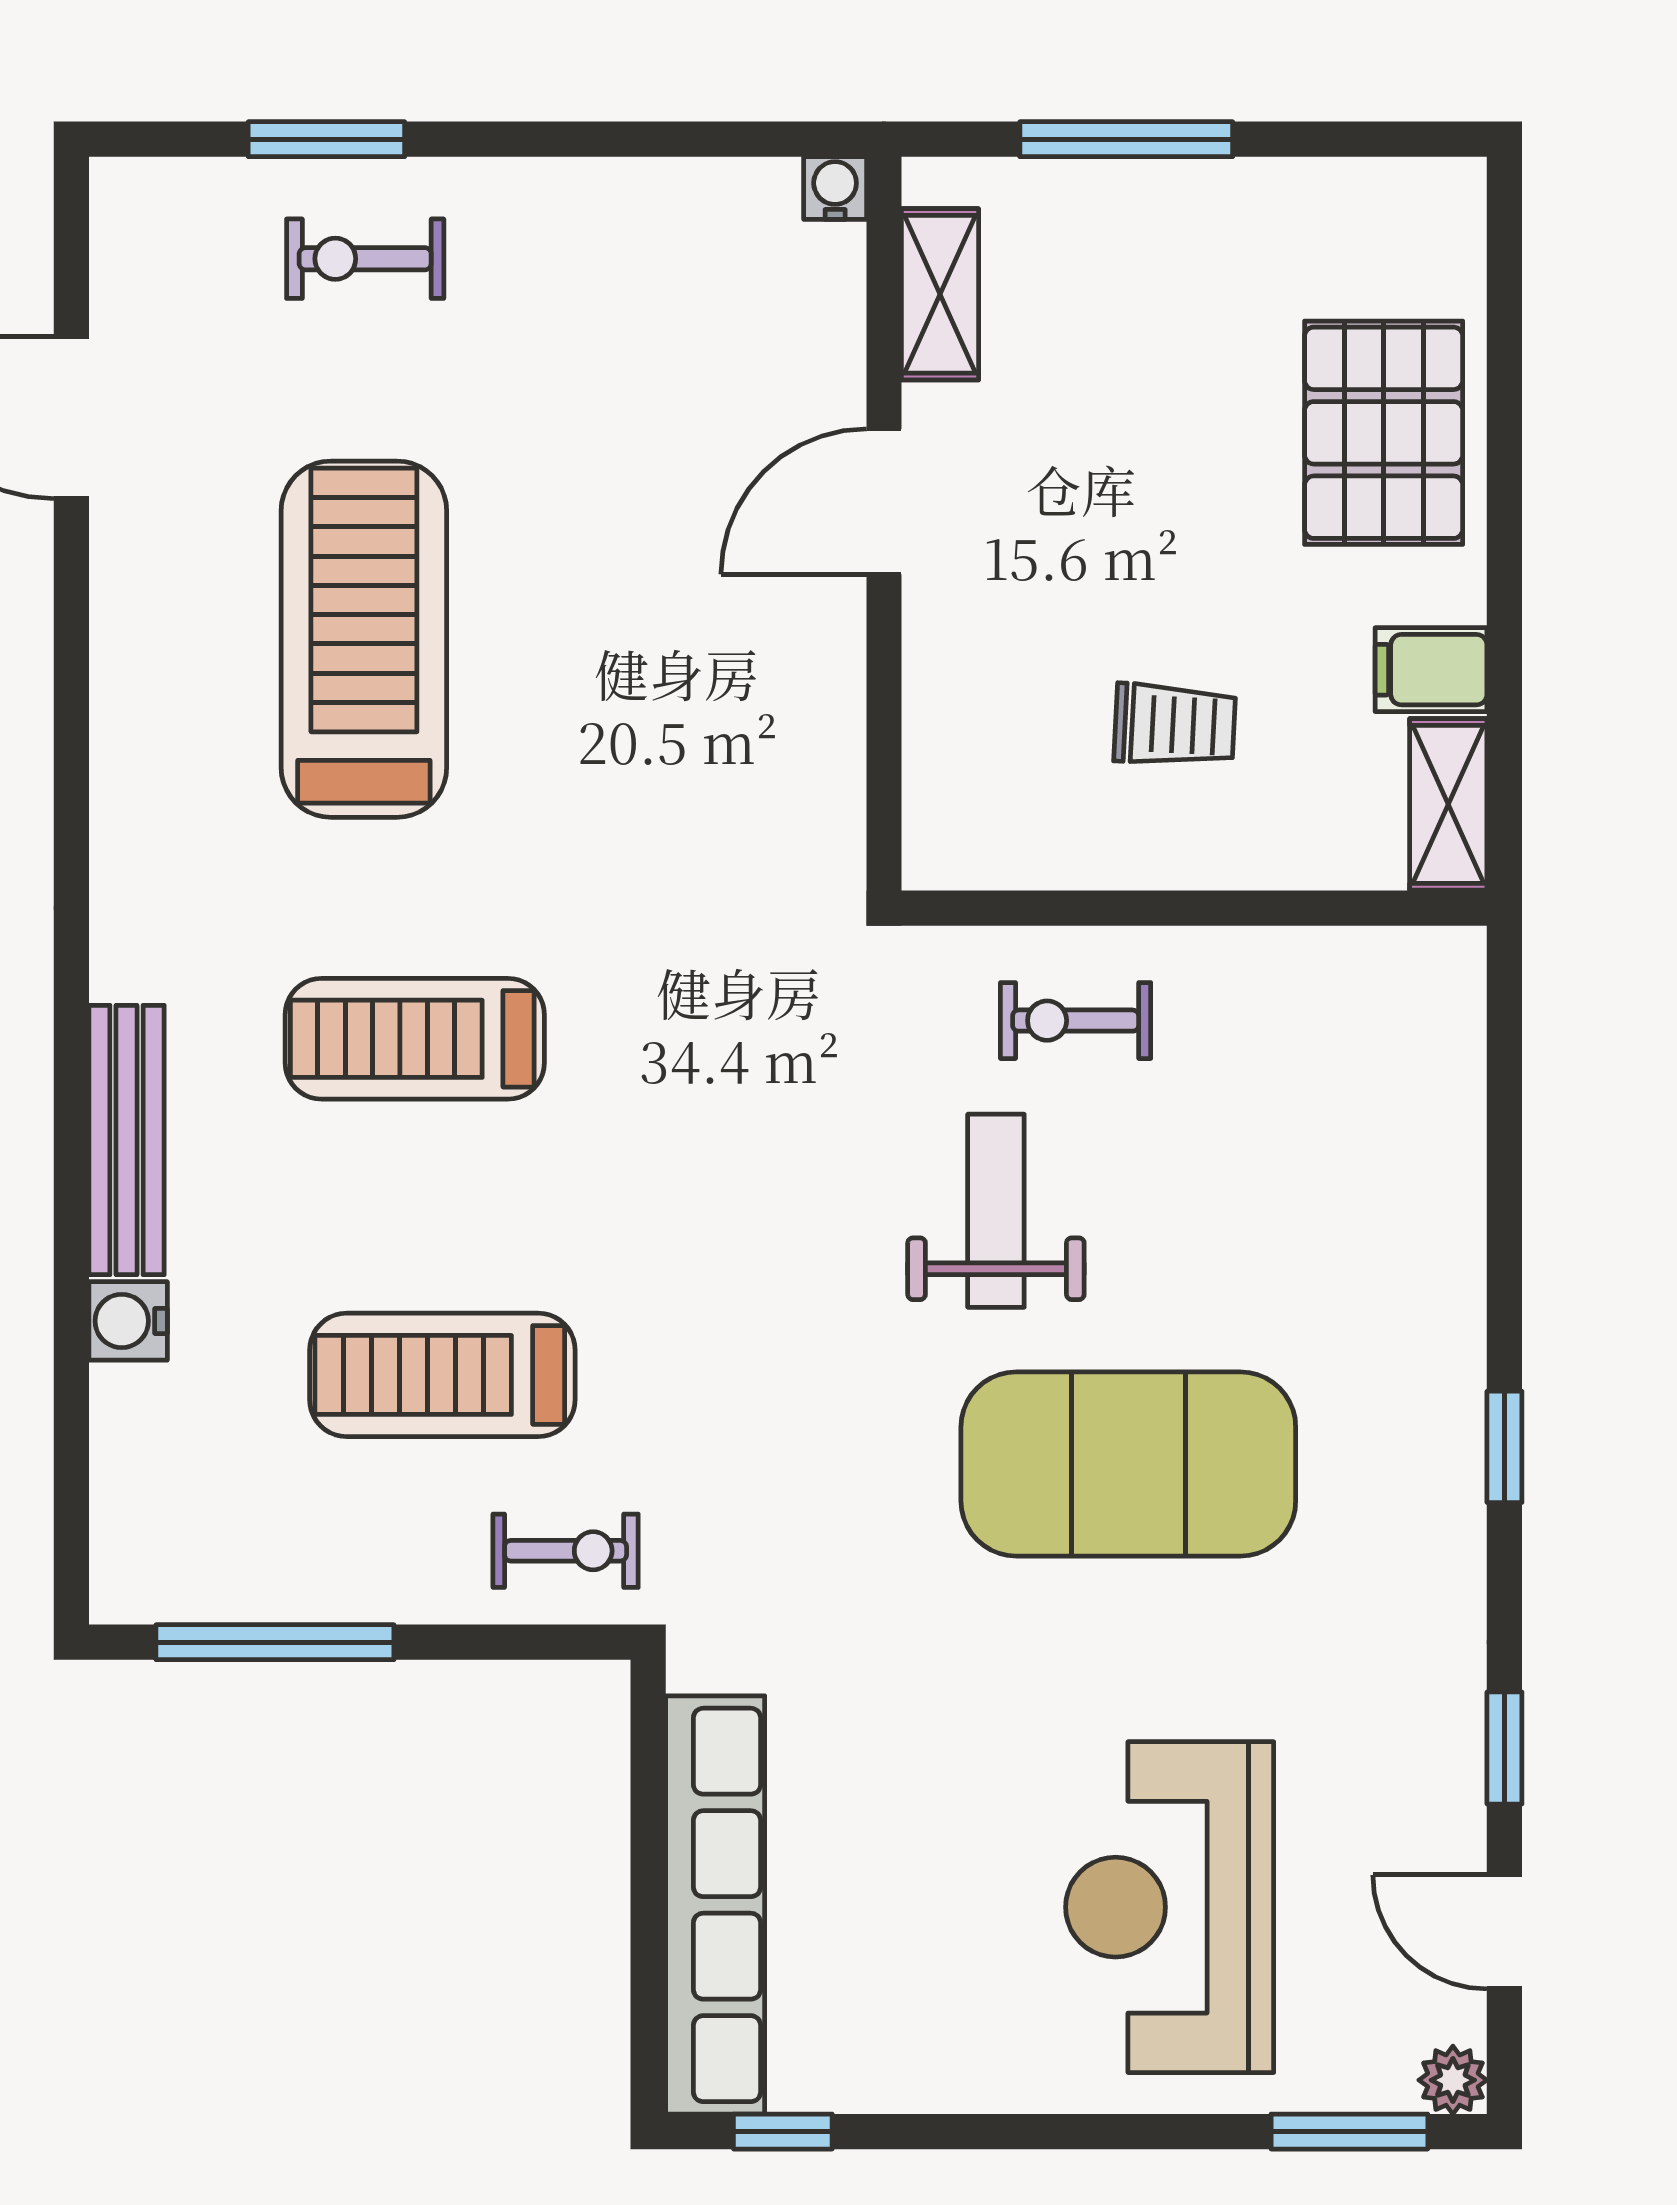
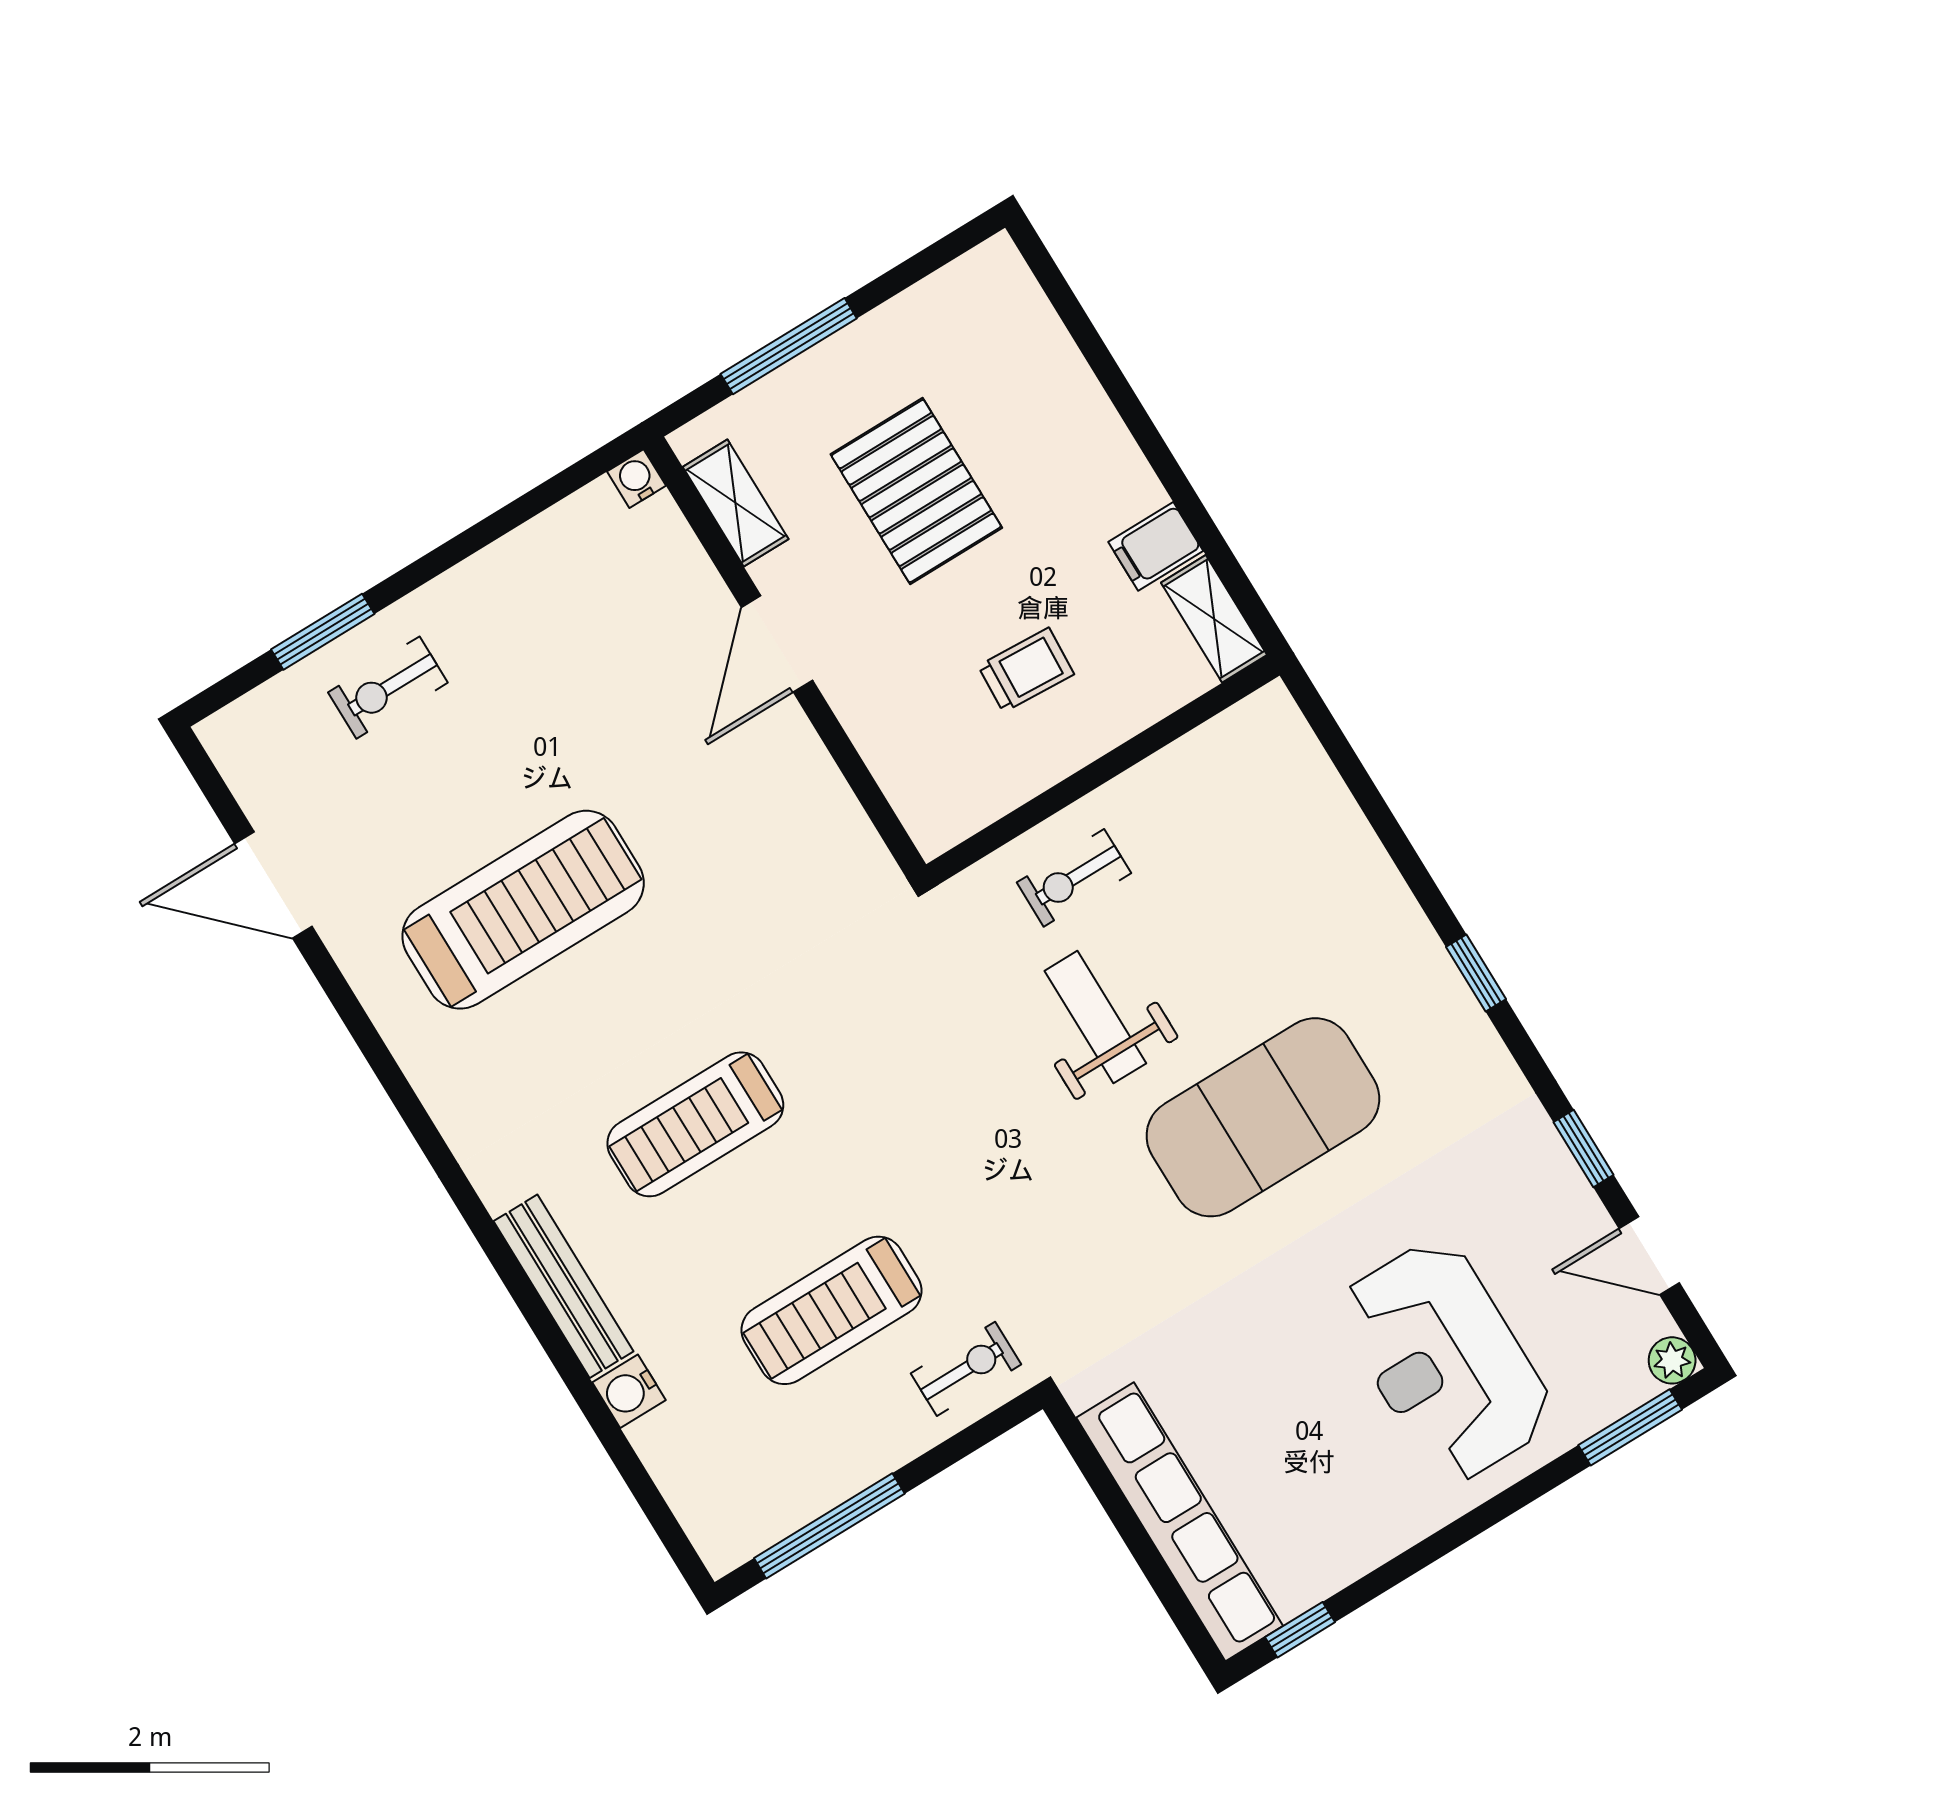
pallet: (1384, 433) -> (916, 491), moved
treadmill: (364, 639) -> (523, 910), turned 90

